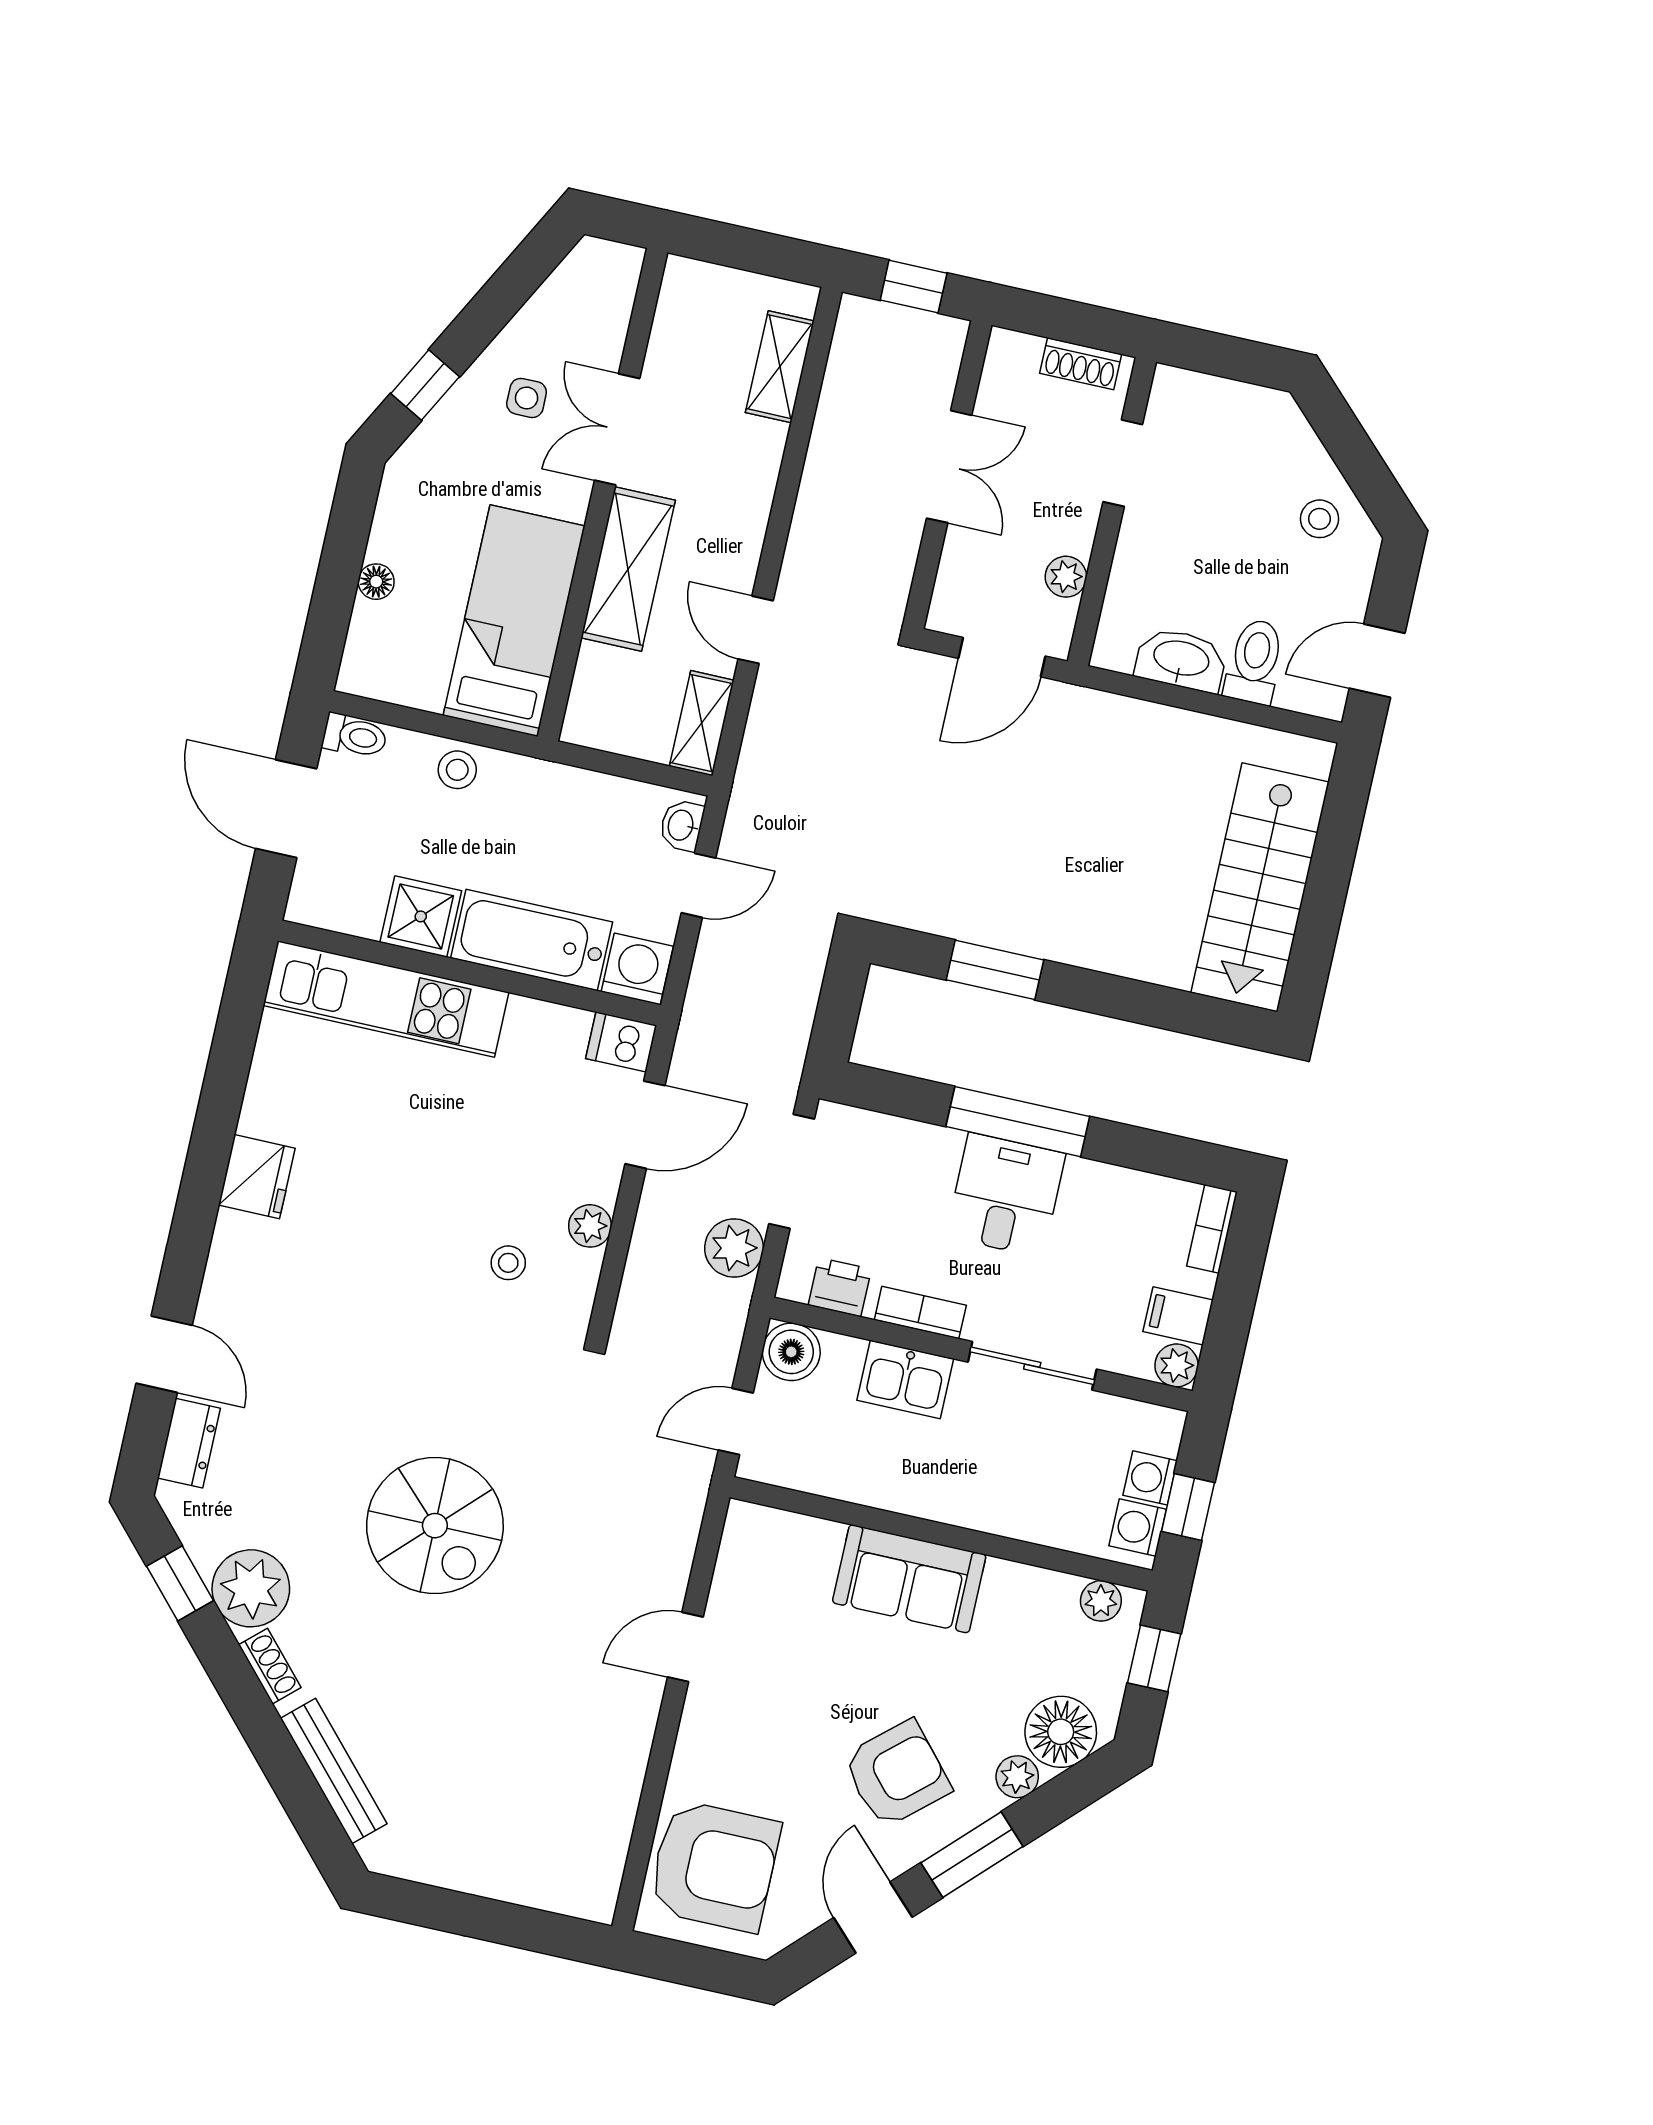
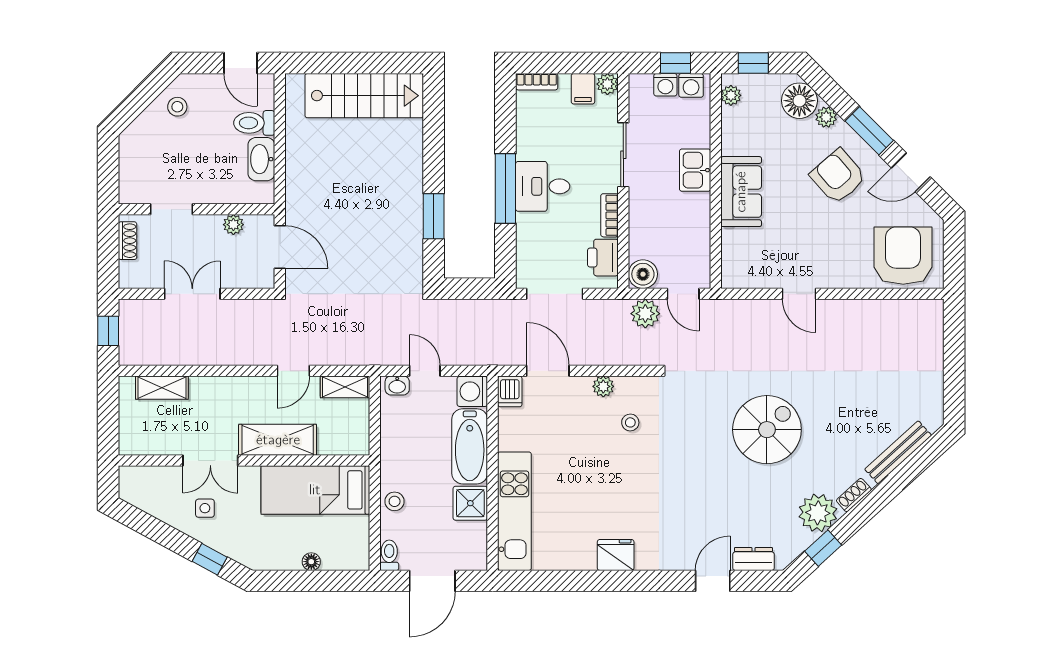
plant: (734, 1248) -> (645, 314), moved
printer: (840, 1287) -> (603, 258), width x1.36, depth x1.24
kitchen sink: (905, 1379) -> (695, 170), moved, turned 180

